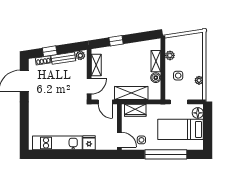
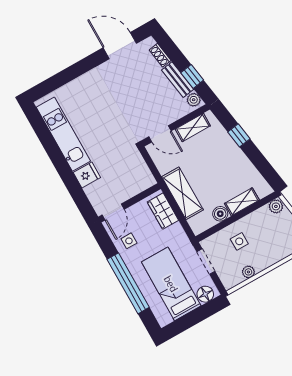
window: (50, 51) -> (192, 76), moved
plant: (170, 55) -> (276, 206), moved
door: (105, 102) -> (152, 166), removed

